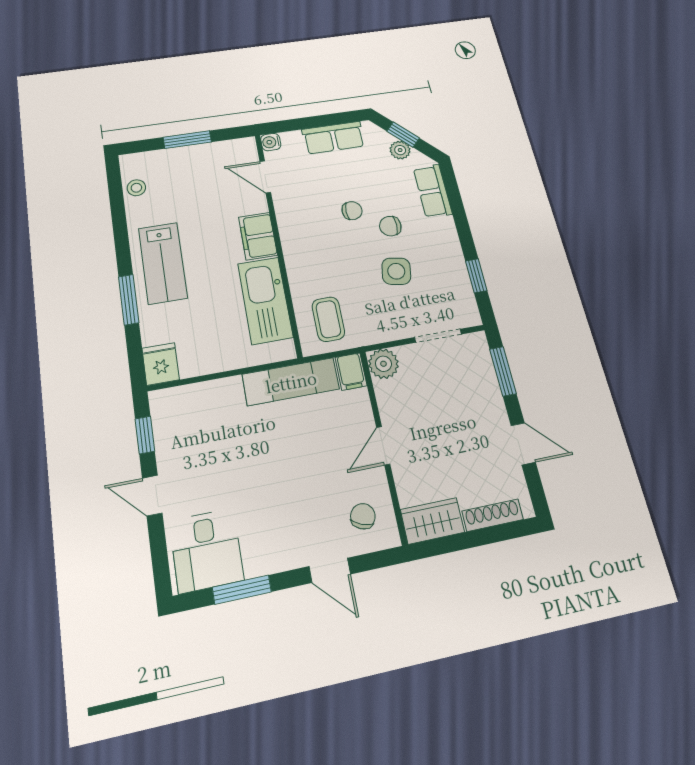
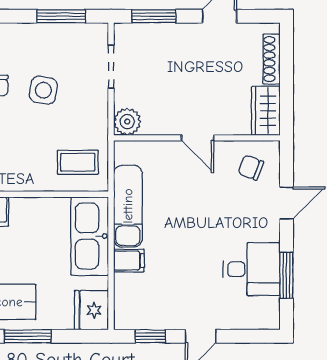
window: (476, 276) -> (61, 16), width x1.50
kitchen sink: (265, 300) -> (90, 236), moved, turned 90
fridge: (161, 364) -> (92, 310), width x1.38
filing cabinet: (351, 372) -> (129, 261), moved
desk: (206, 550) -> (252, 269), moved

